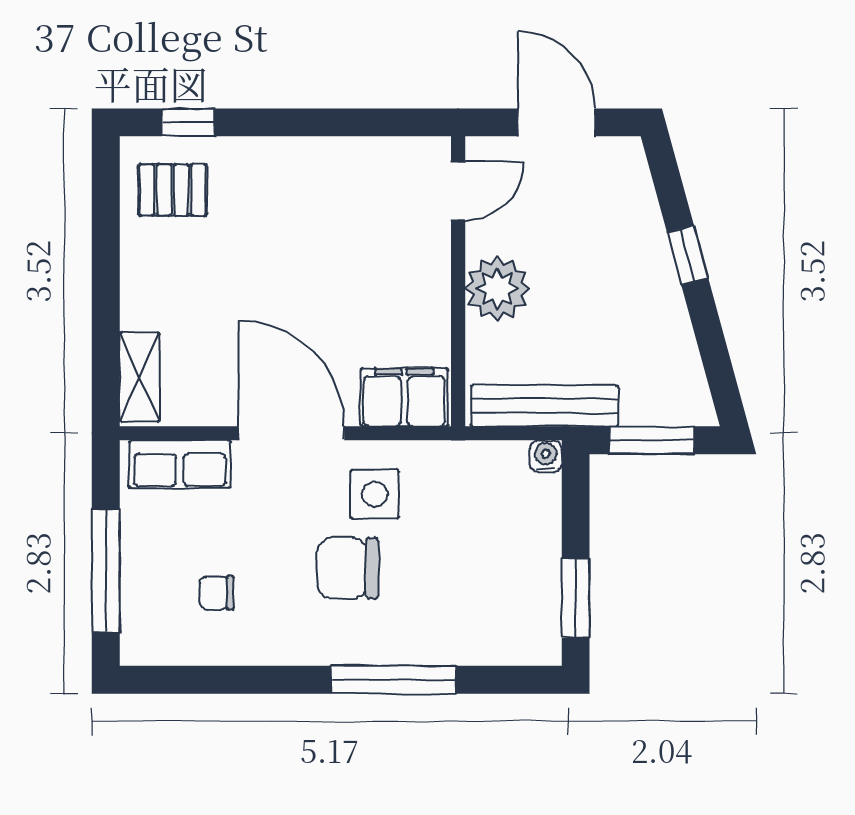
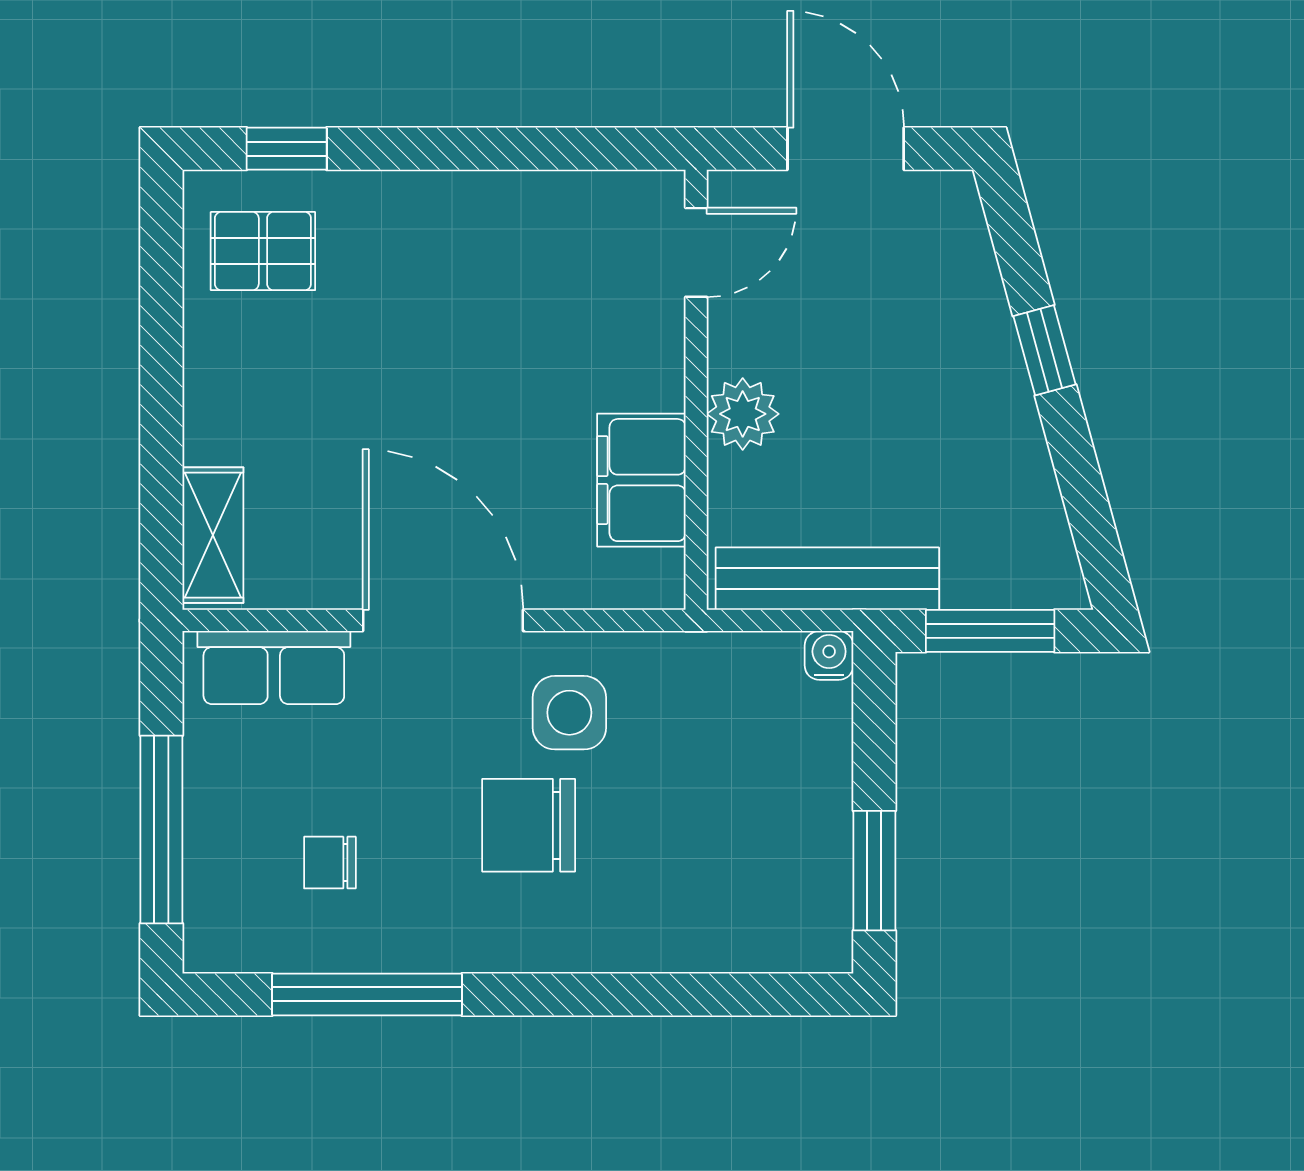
plant: (497, 289) -> (743, 414), width x0.73, depth x0.73
filing cabinet: (404, 397) -> (641, 480), moved, turned -90
window: (394, 680) -> (367, 994), moved

